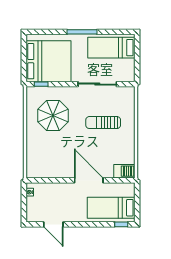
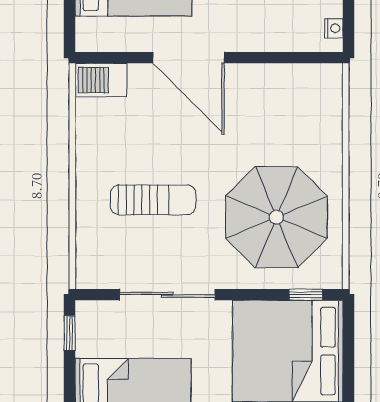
window: (137, 68) -> (70, 333), added
parasol: (53, 115) -> (276, 217), width x1.36, depth x1.36

